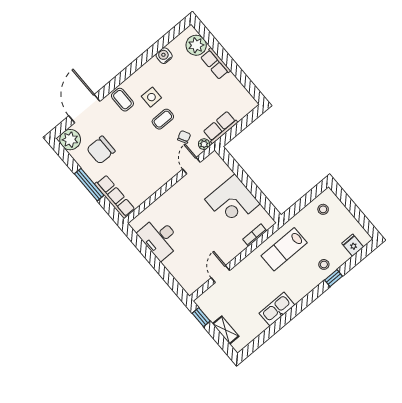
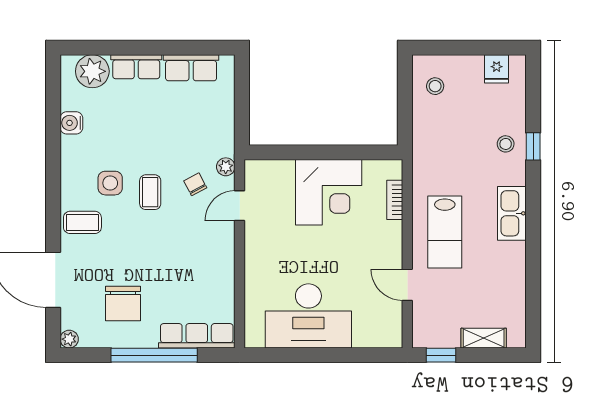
row of seats: (220, 127) -> (191, 68), moved, turned -90
plant: (70, 140) -> (69, 339), width x0.53, depth x0.53
door: (191, 166) -> (240, 206), hinge flipped
window: (89, 185) -> (154, 355), width x1.46
desk: (160, 238) -> (308, 316), width x1.36, depth x1.30
fridge: (353, 245) -> (497, 69), moved, turned -90
lab bench: (284, 249) -> (445, 232), moved
kitchen sink: (277, 309) -> (512, 213), moved

